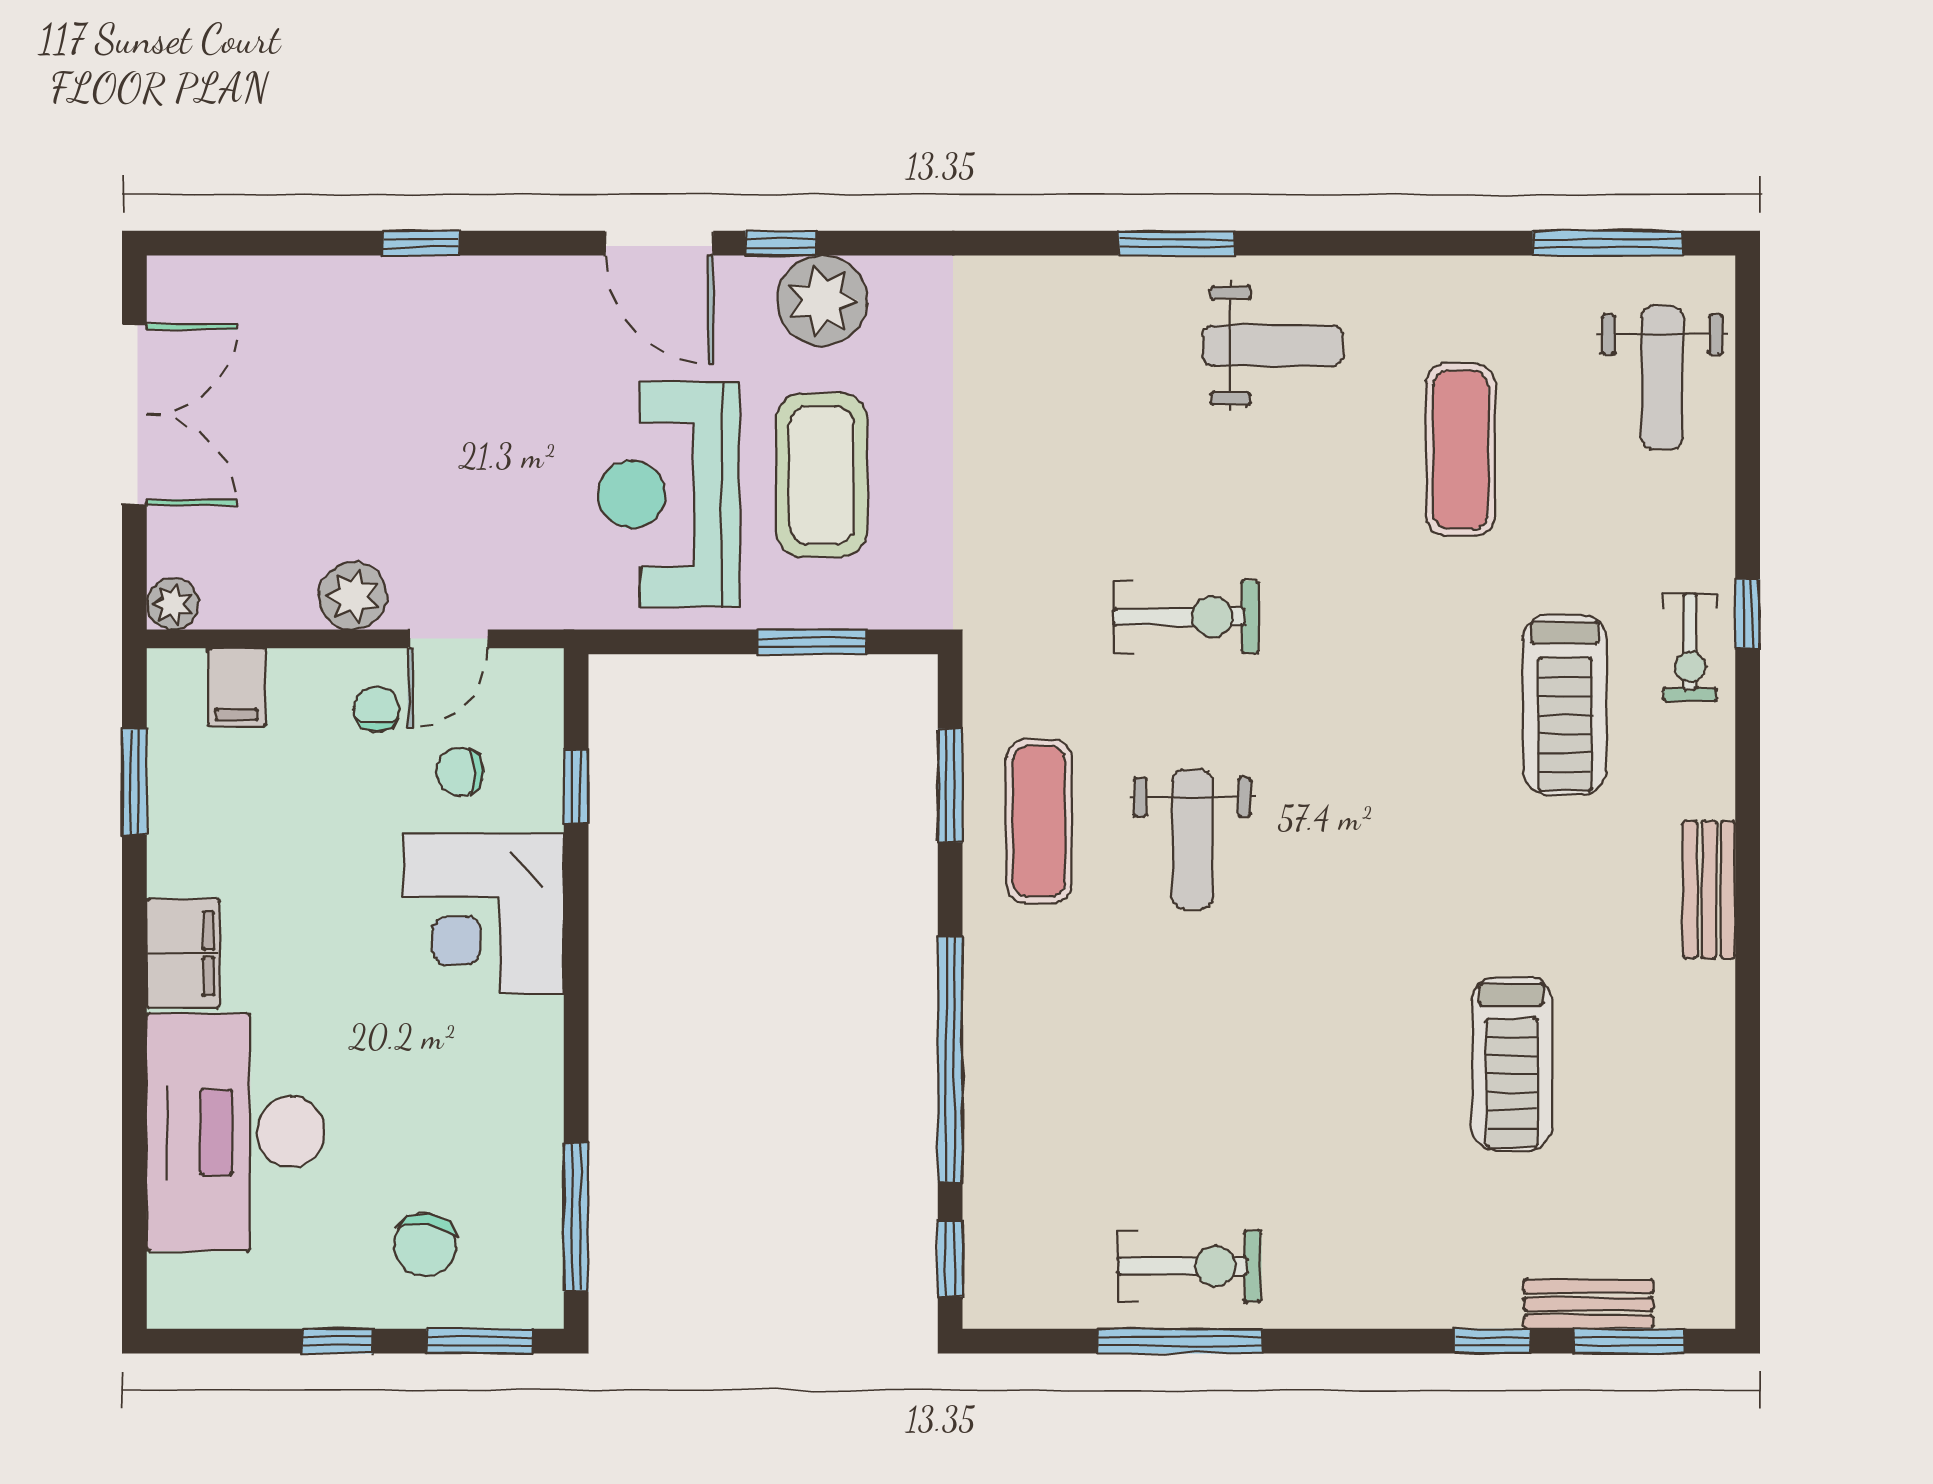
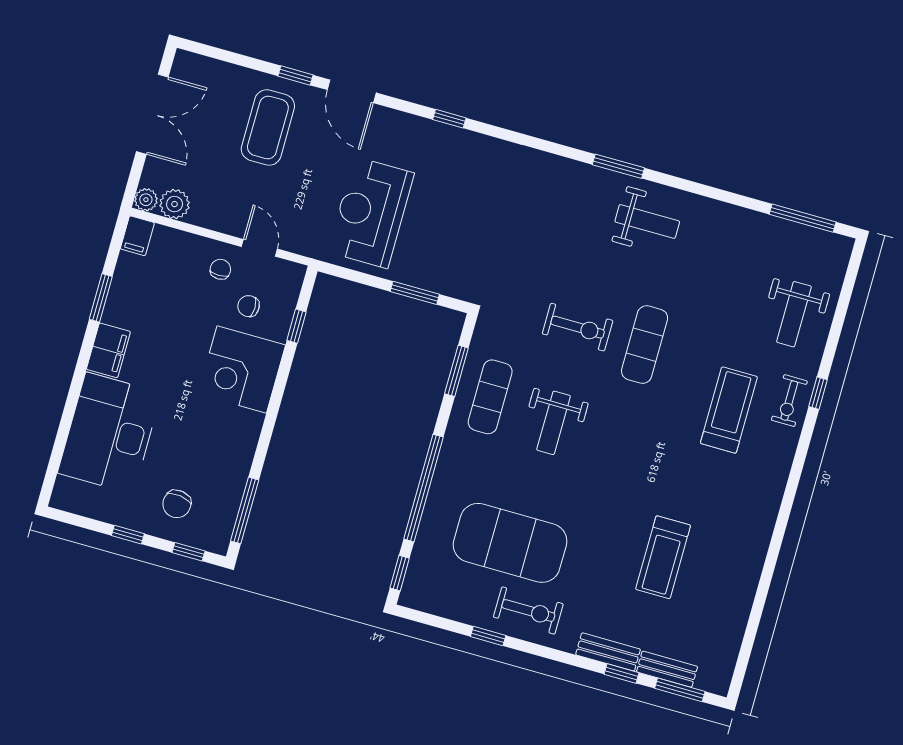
door: (659, 243) -> (352, 91), moved
plant: (822, 301) -> (460, 148), removed
weight bench: (1662, 377) -> (794, 314), moved
exercise mat: (1460, 450) -> (645, 345), moved
coffee table: (822, 475) -> (268, 127), moved
plant: (353, 596) -> (175, 204), moved
door: (448, 639) -> (259, 248), swing flipped
filing cabinet: (237, 687) -> (137, 236), moved
treadmill: (1565, 704) -> (729, 410), turned 180
window: (134, 782) -> (101, 298), moved
bench: (1709, 890) -> (608, 652), moved, turned 90
exercise mat: (1171, 1126) -> (510, 543), added
exercise bike: (1190, 1266) -> (528, 610), moved
window: (479, 1341) -> (188, 552), width x0.67
window: (1180, 1341) -> (488, 636), width x0.46

